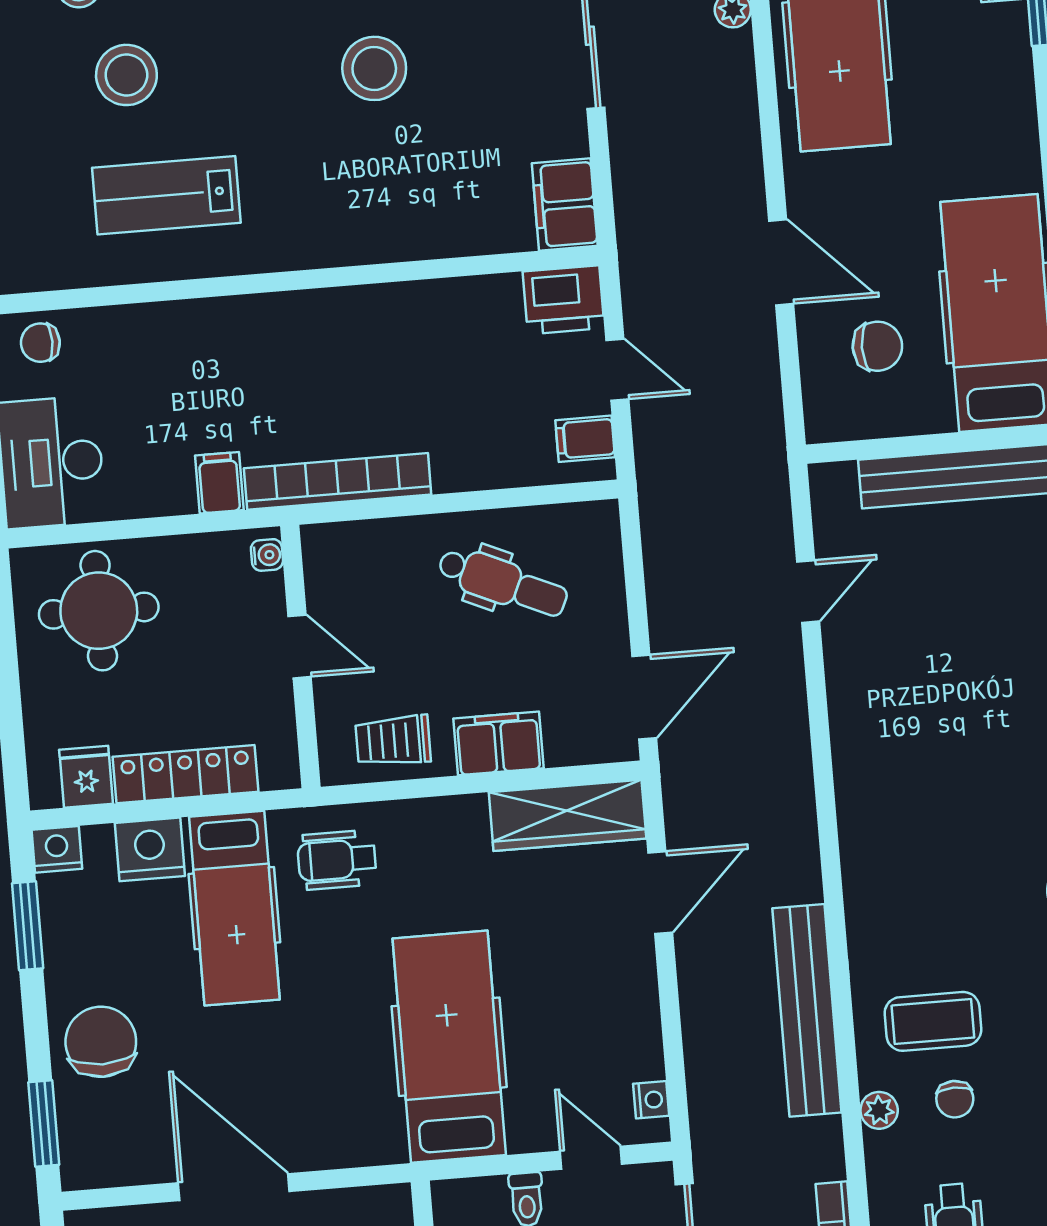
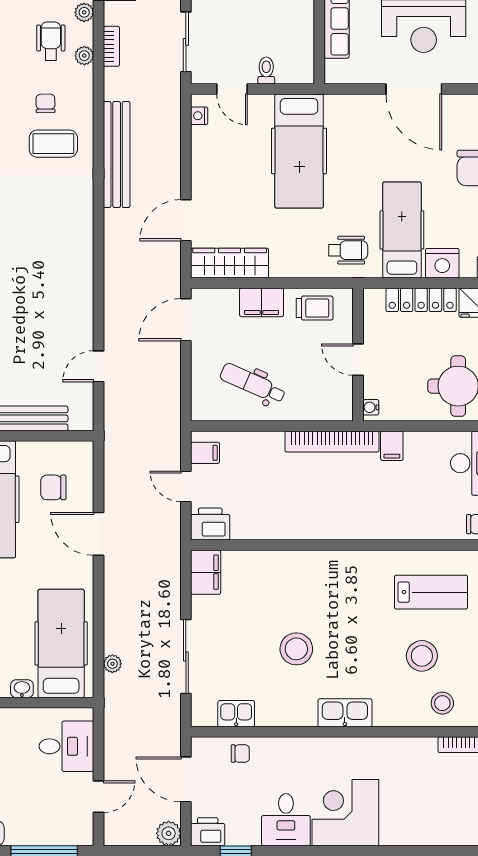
lab bench: (166, 195) -> (431, 592), moved
plant: (879, 1110) -> (84, 56), moved

